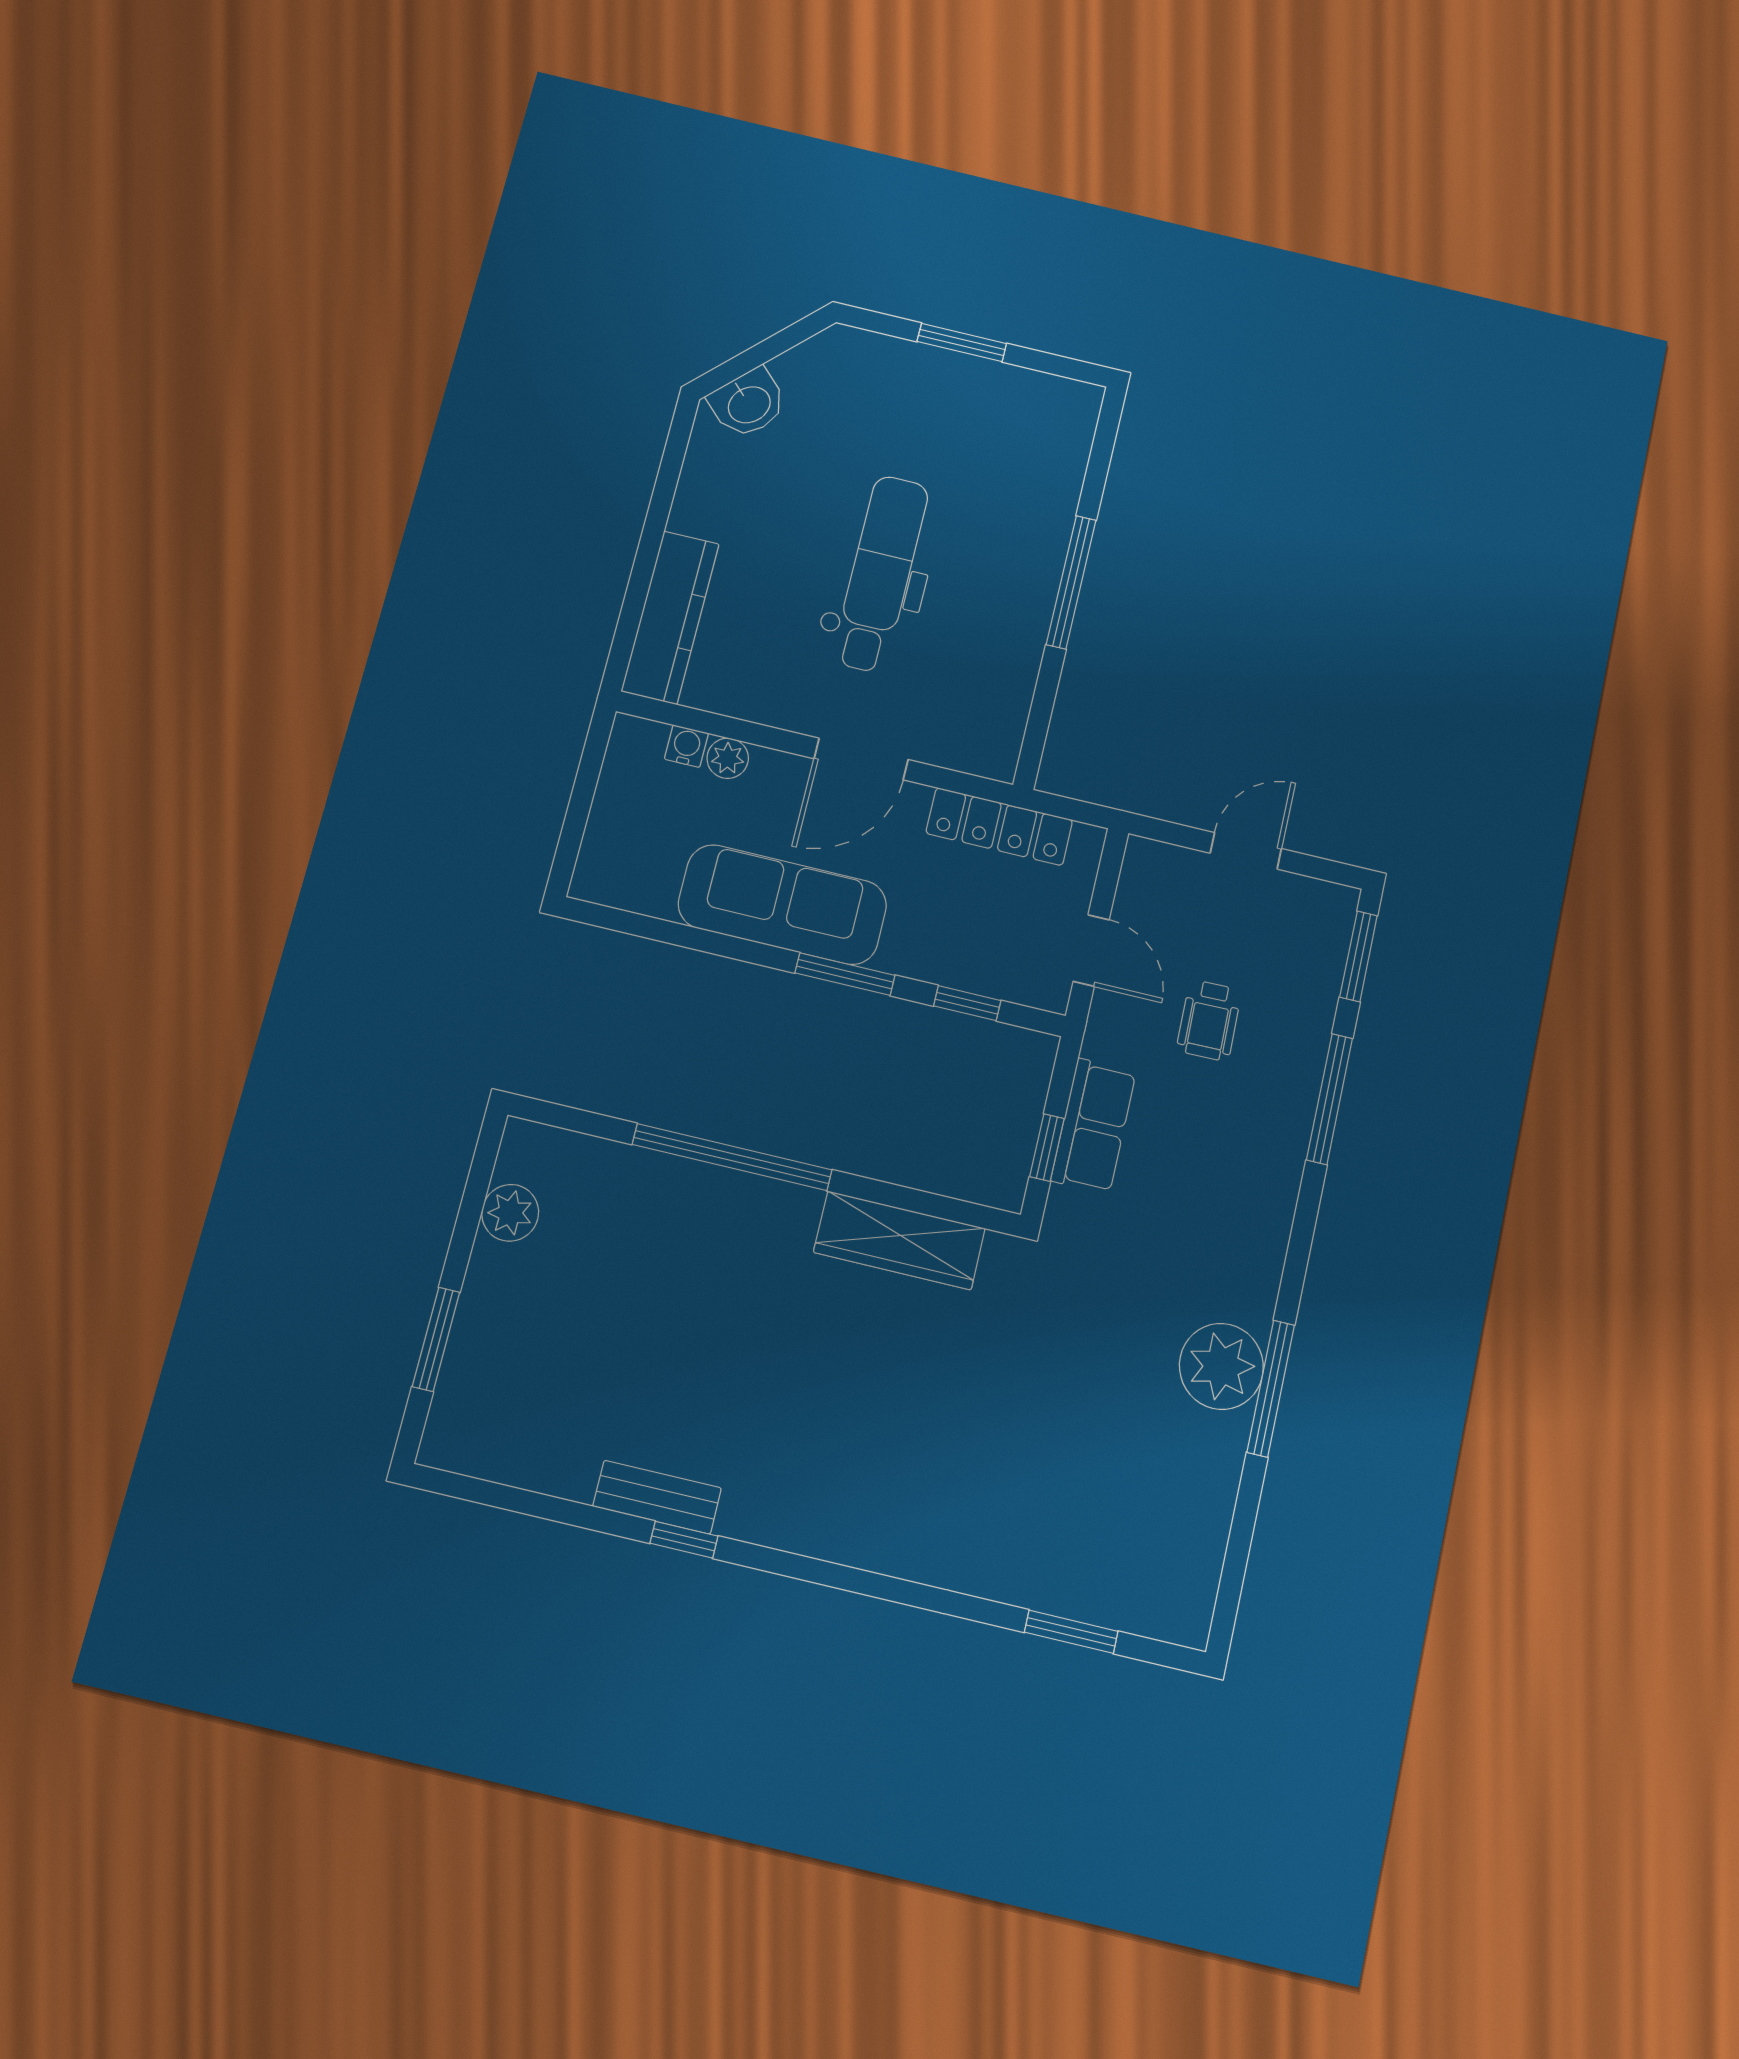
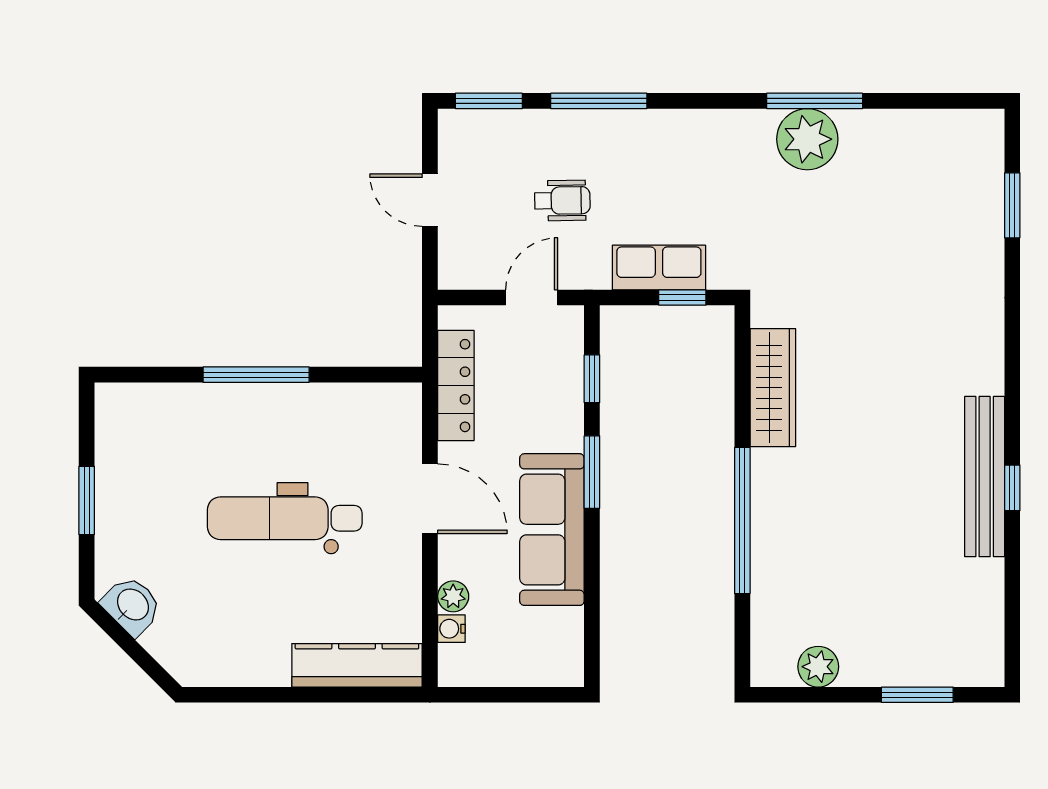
washbasin: (748, 403) -> (132, 605), moved
bench: (657, 1497) -> (985, 477), width x1.86, depth x1.21

